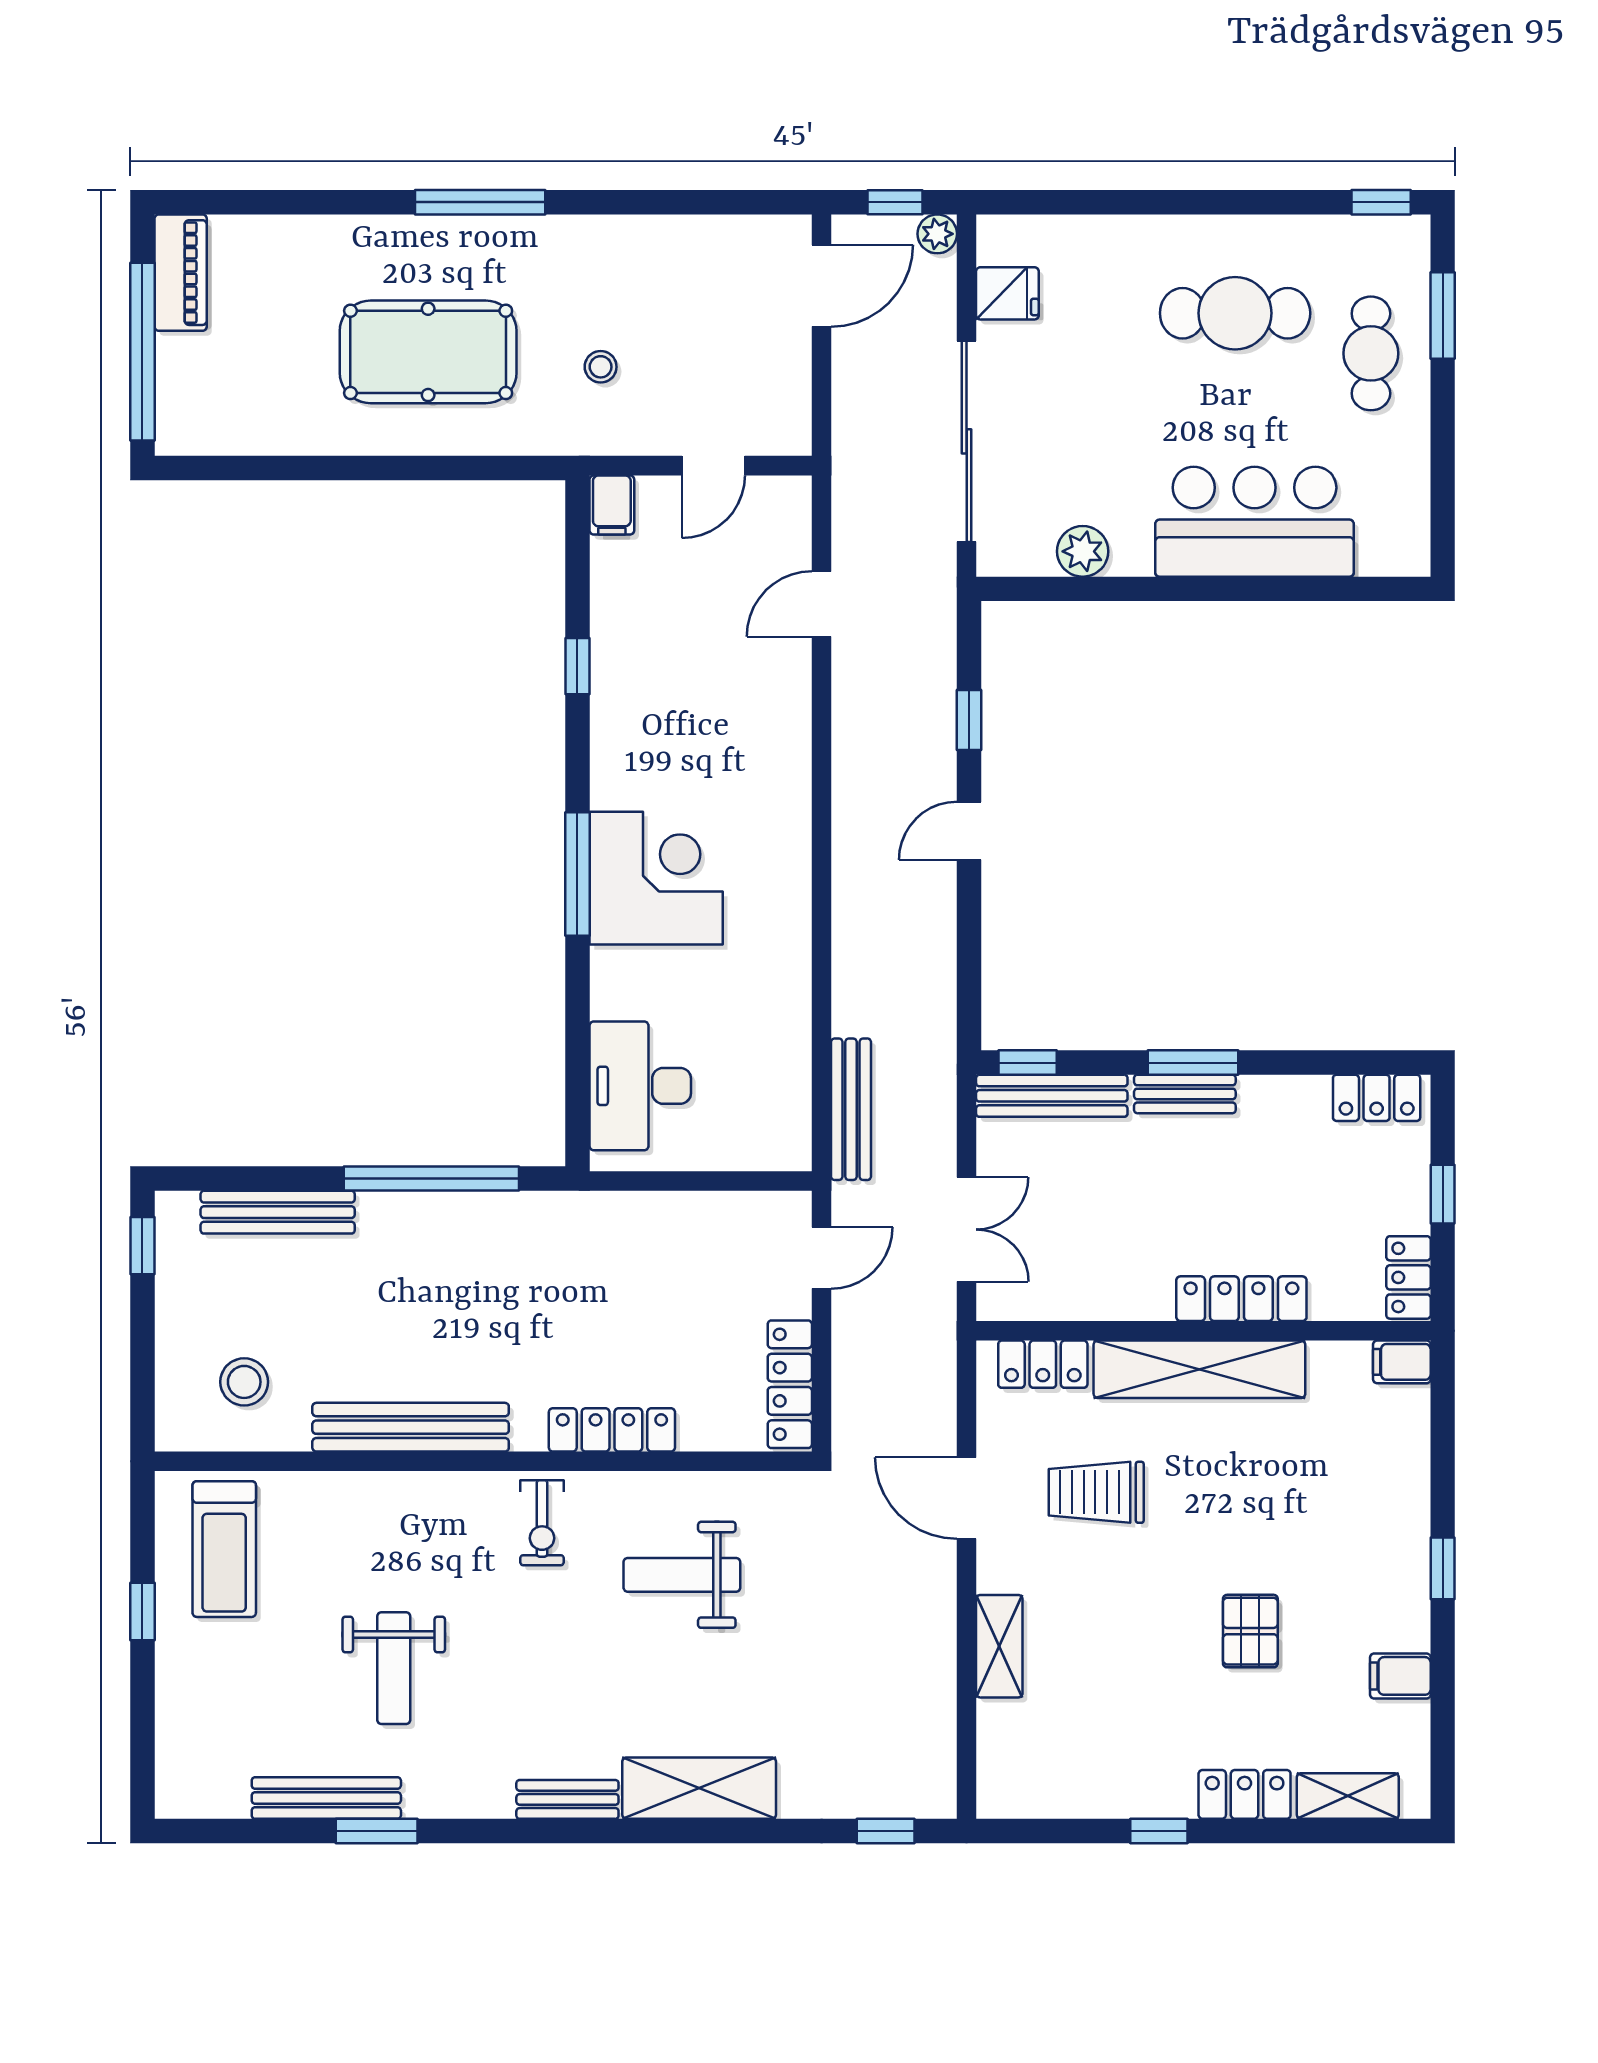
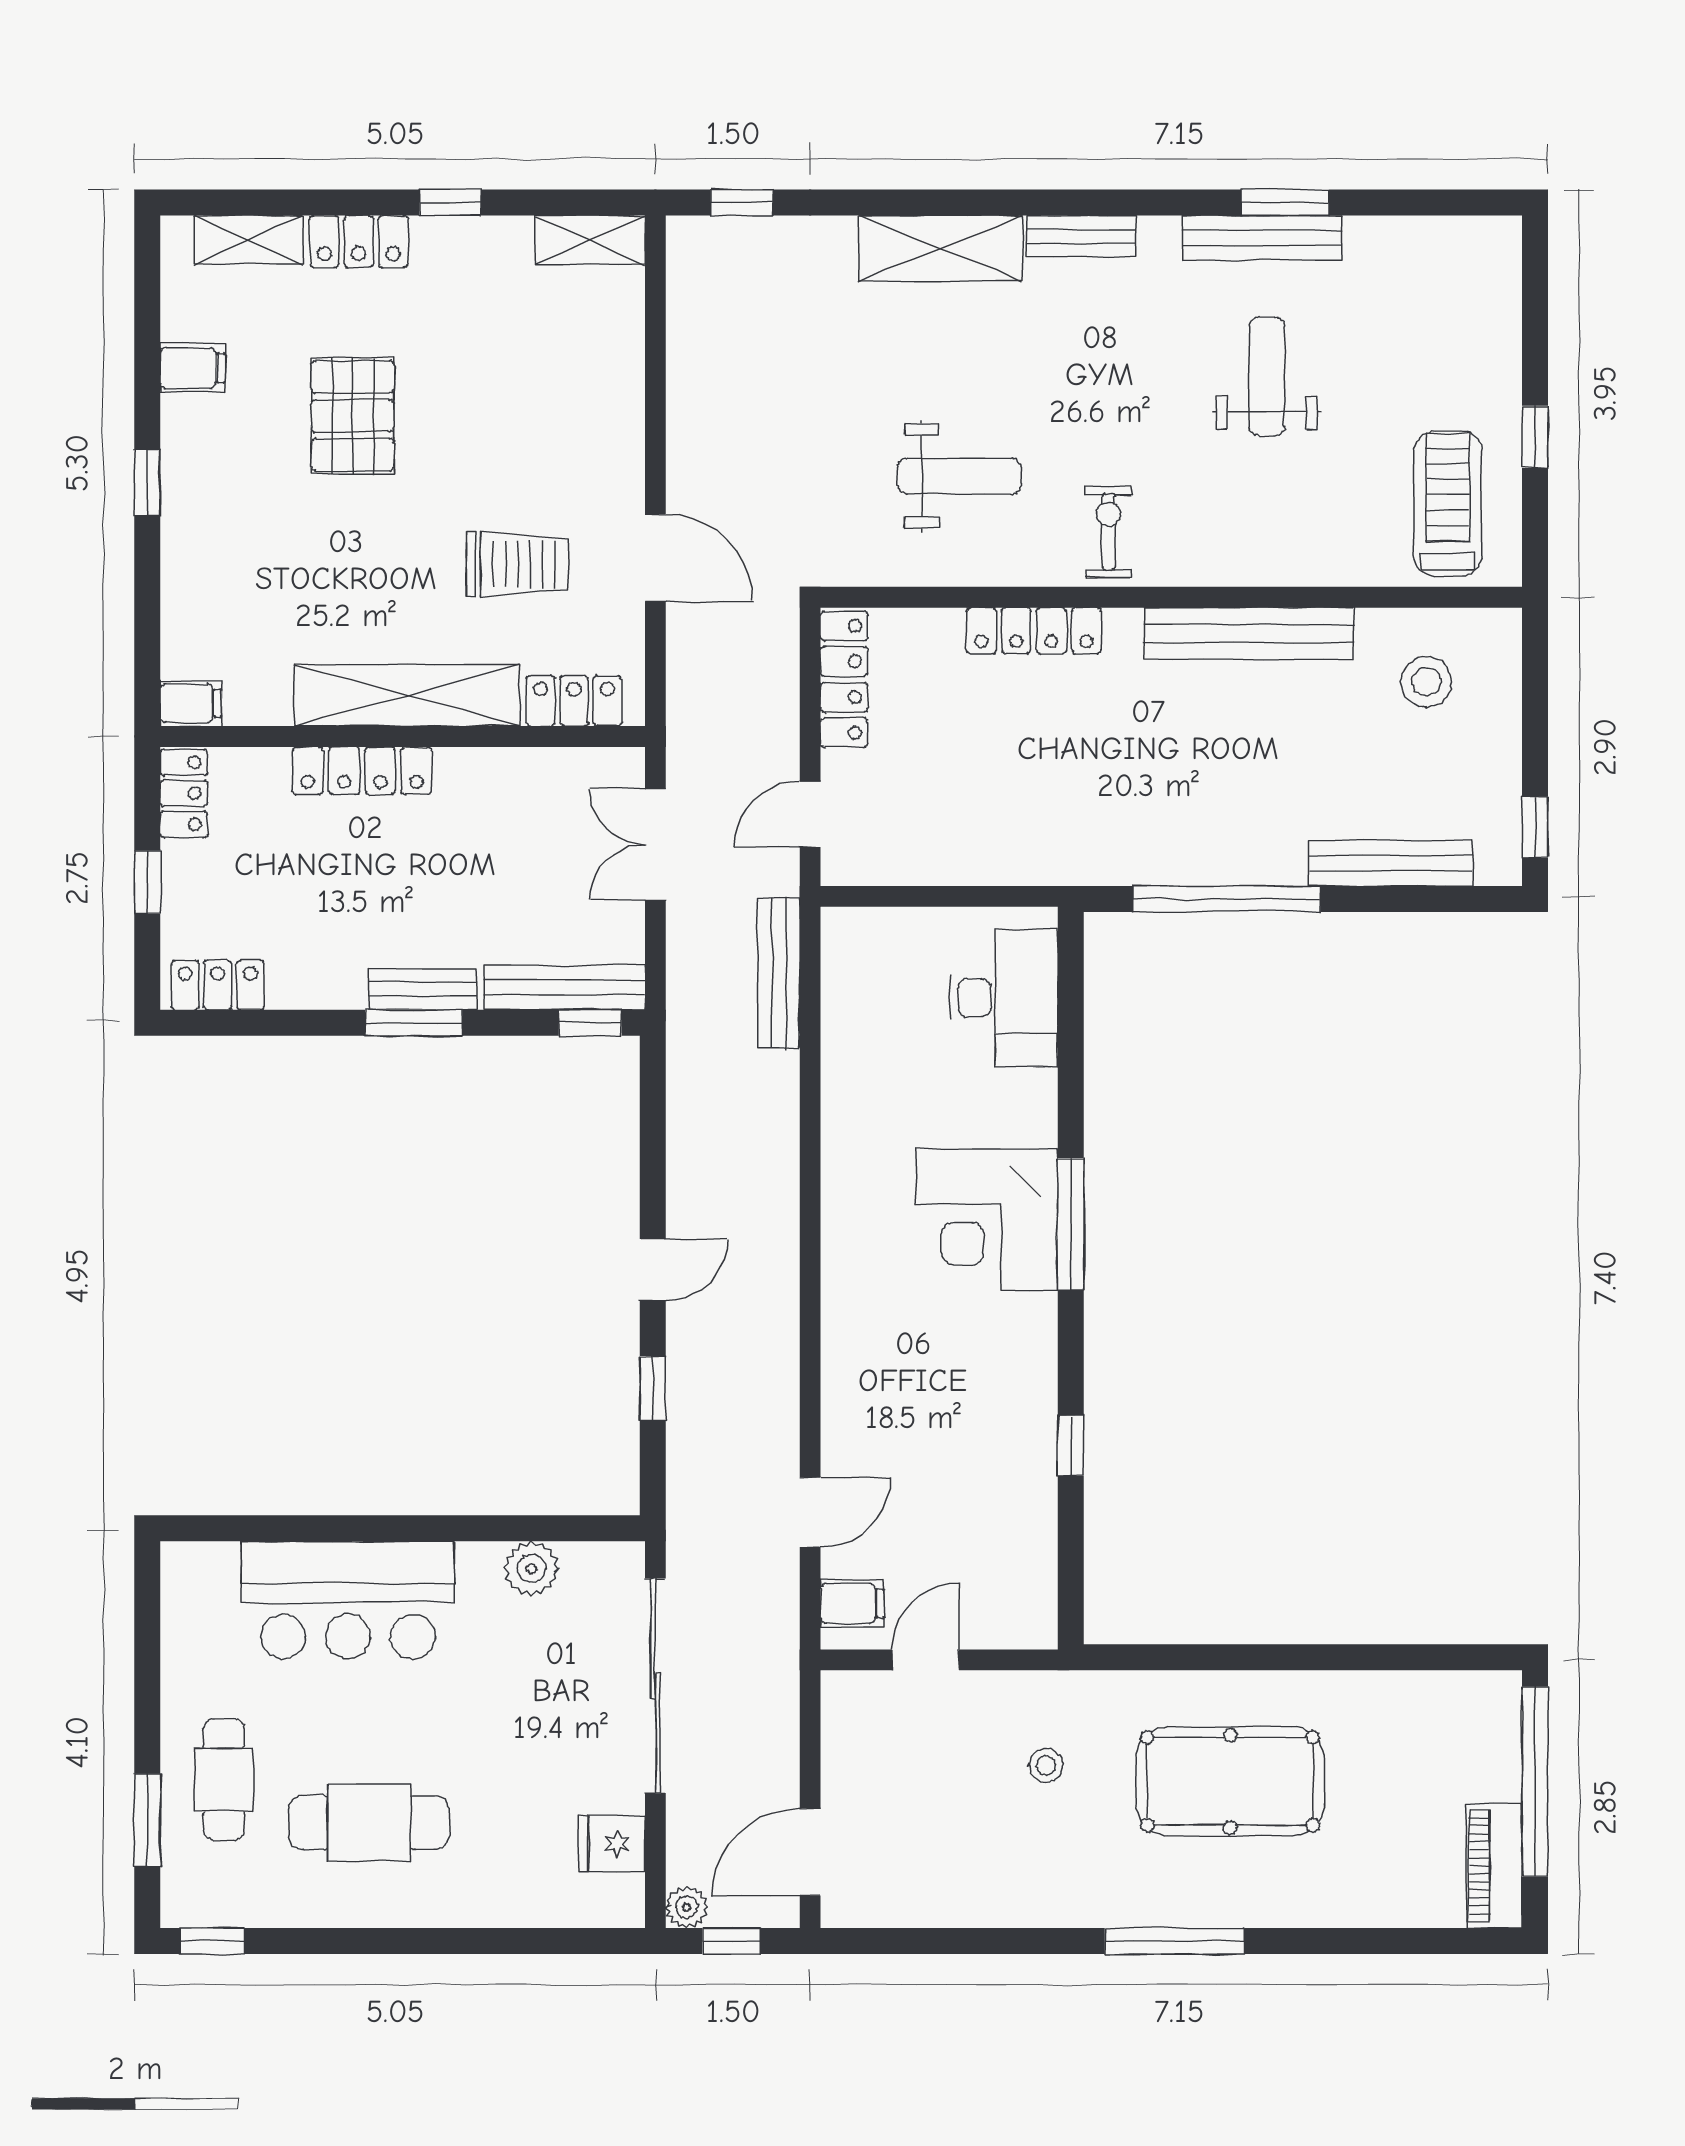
filing cabinet: (612, 505) -> (852, 1603), moved, turned 90
pallet: (1250, 1631) -> (353, 416), width x1.50, depth x1.42
shelving: (999, 1646) -> (590, 240), moved, turned 90
bench: (326, 1798) -> (1262, 238), moved

